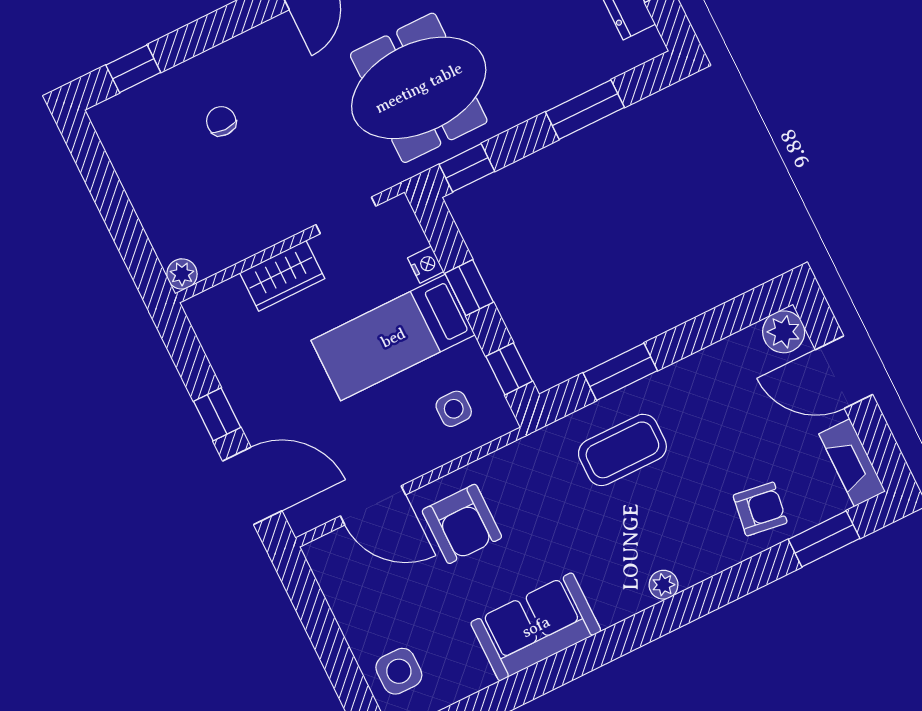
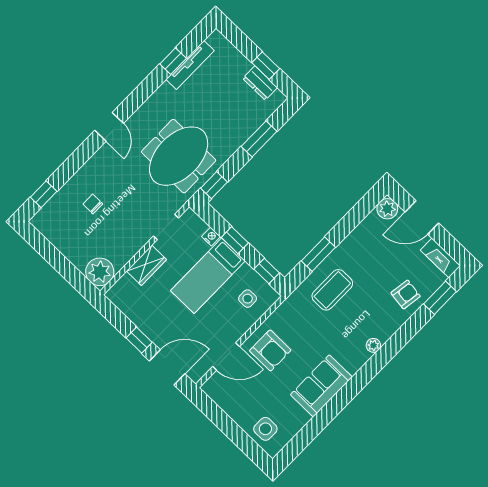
plant: (182, 274) -> (100, 272), width x1.88, depth x1.88

